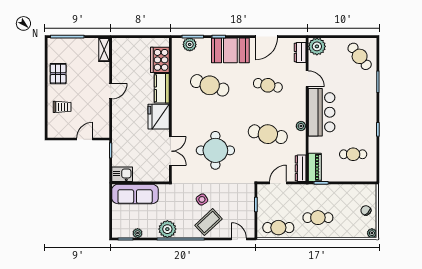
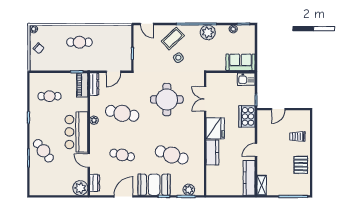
cafe table: (360, 56) -> (43, 151), moved
kitchen counter: (119, 58) -> (249, 178), added
cooker: (160, 60) -> (247, 116), moved, turned 180
sofa: (135, 194) -> (241, 62), width x0.73
cafe table: (278, 228) -> (113, 34), removed

